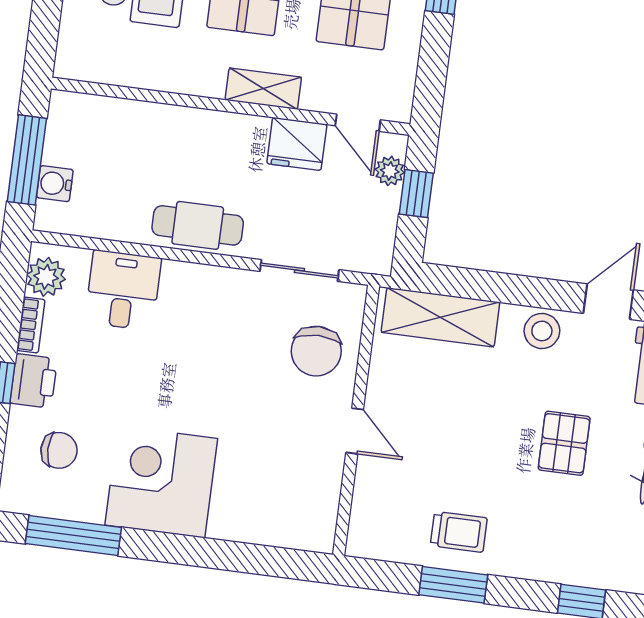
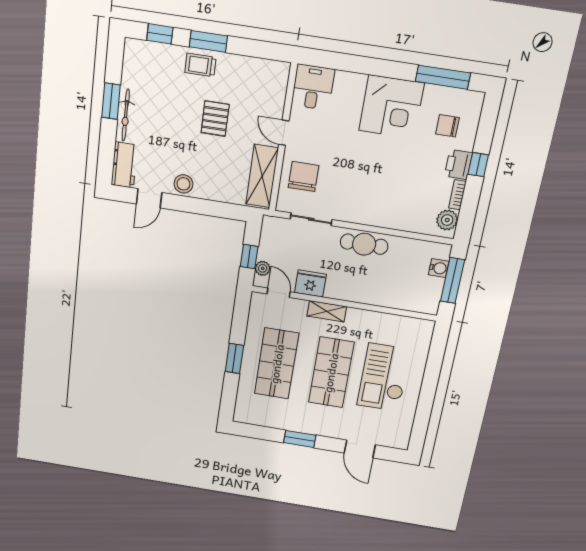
desk: (123, 290) -> (313, 87), moved, turned 180
shelving: (440, 317) -> (262, 176), moved, turned 90
pallet: (564, 443) -> (215, 119), moved
trolley: (459, 532) -> (200, 65), moved
window: (453, 585) -> (208, 41), moved

